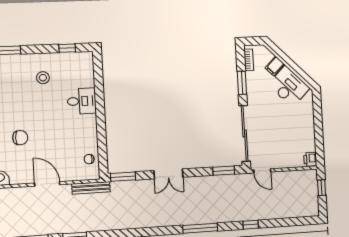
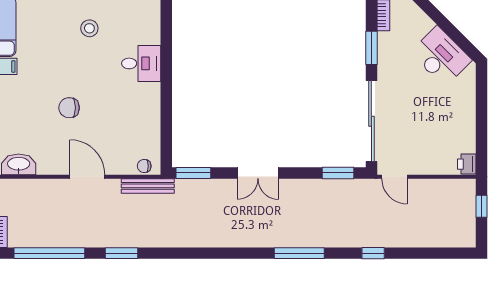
filing cabinet: (275, 66) -> (421, 26), removed
chair: (20, 138) -> (69, 108), moved, turned 180
chair: (89, 159) -> (144, 166), moved

